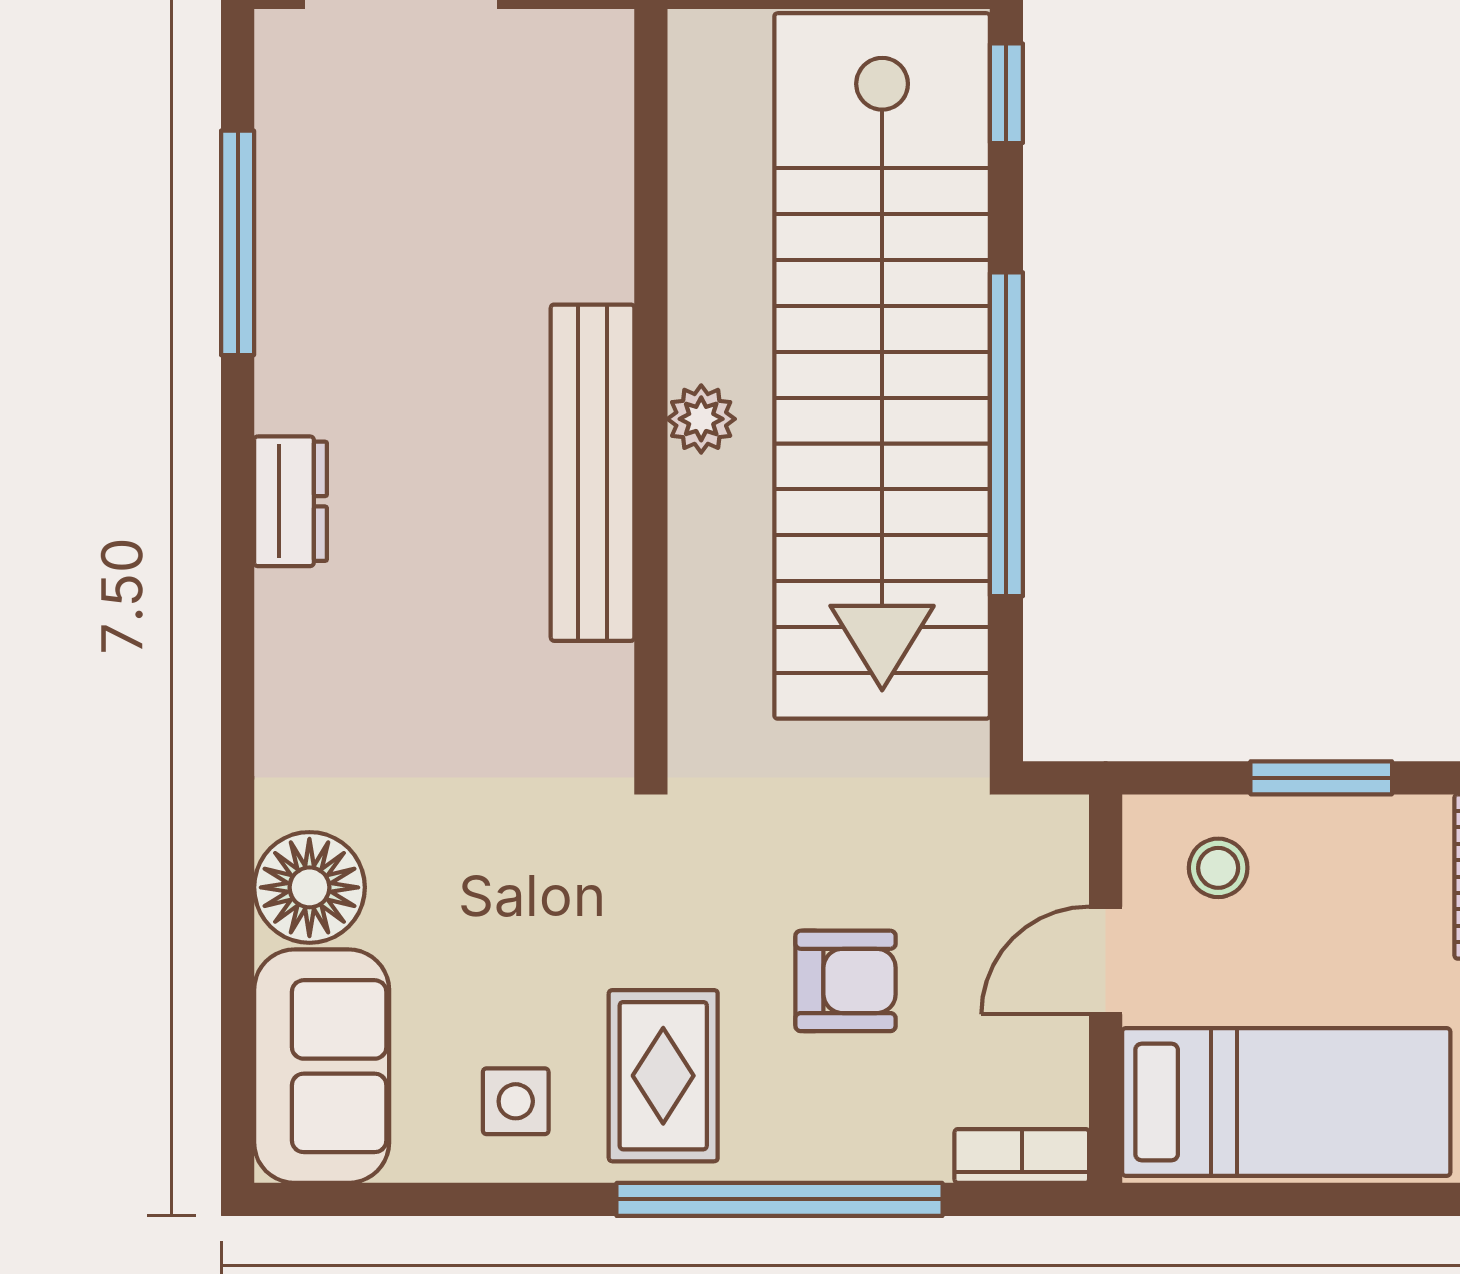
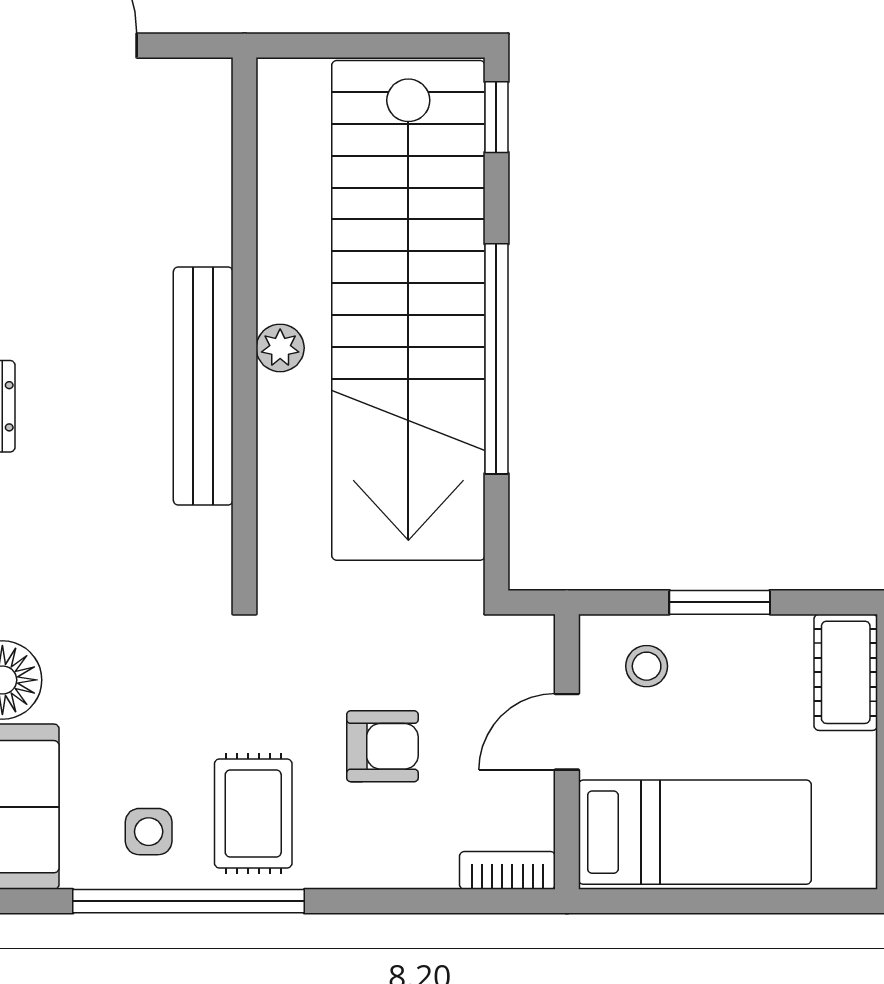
window: (779, 1199) -> (189, 901), moved

